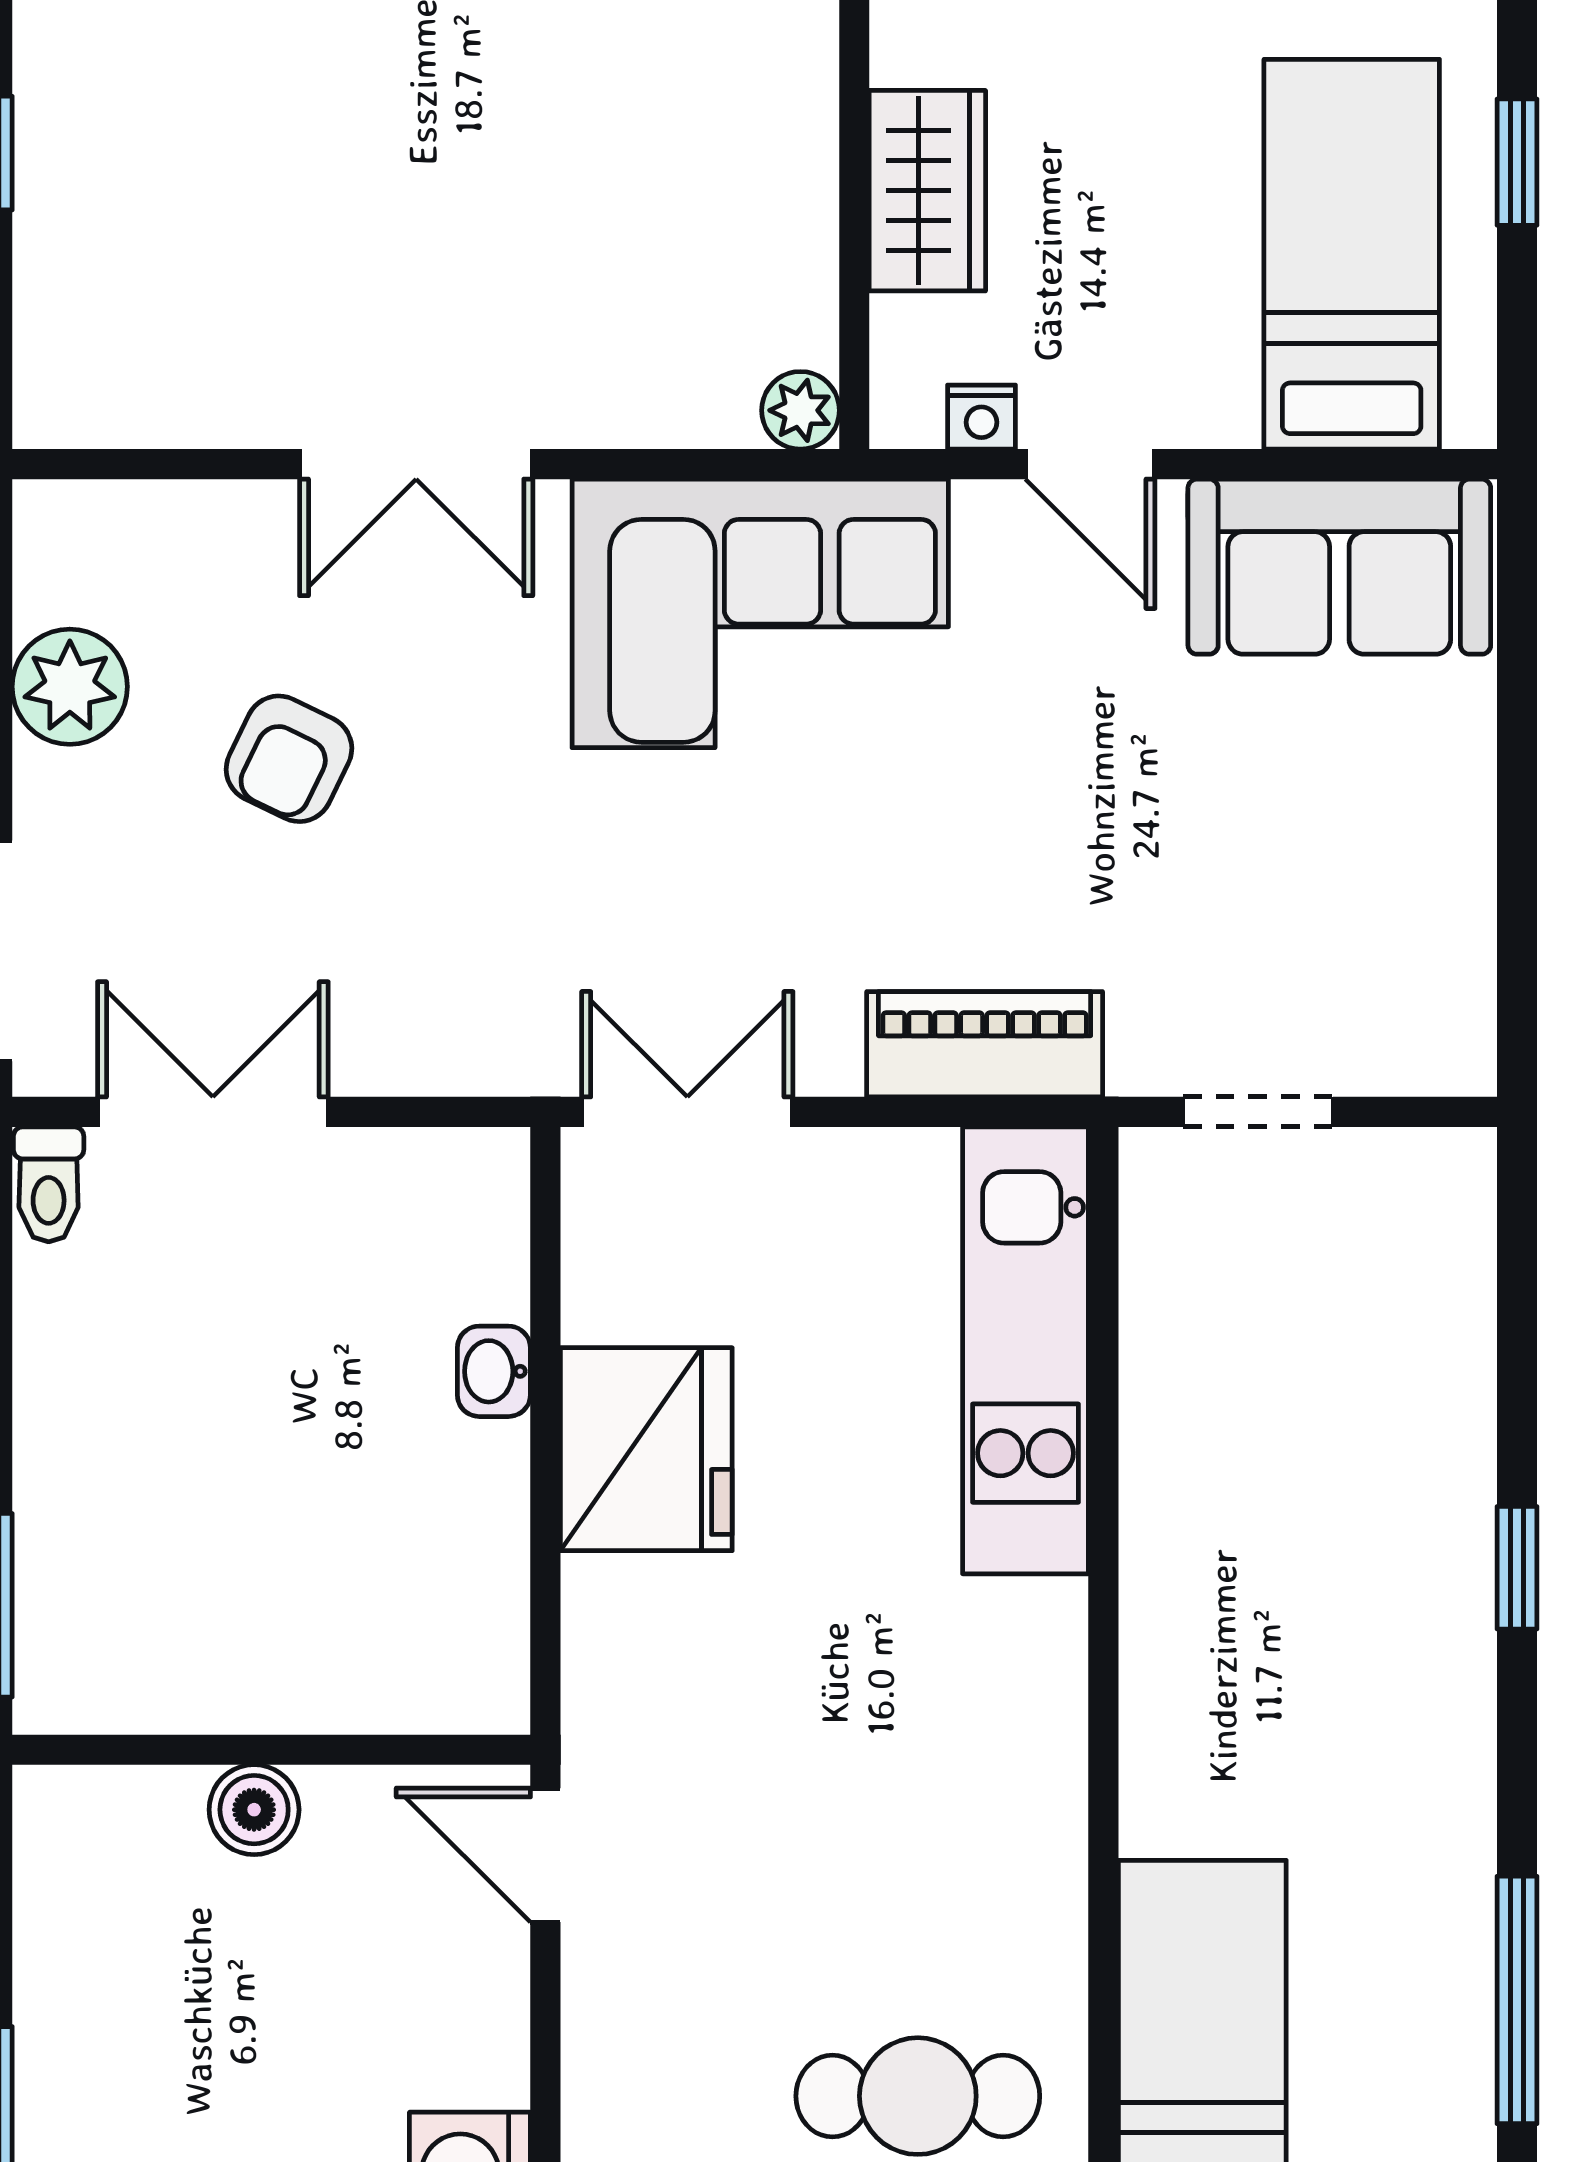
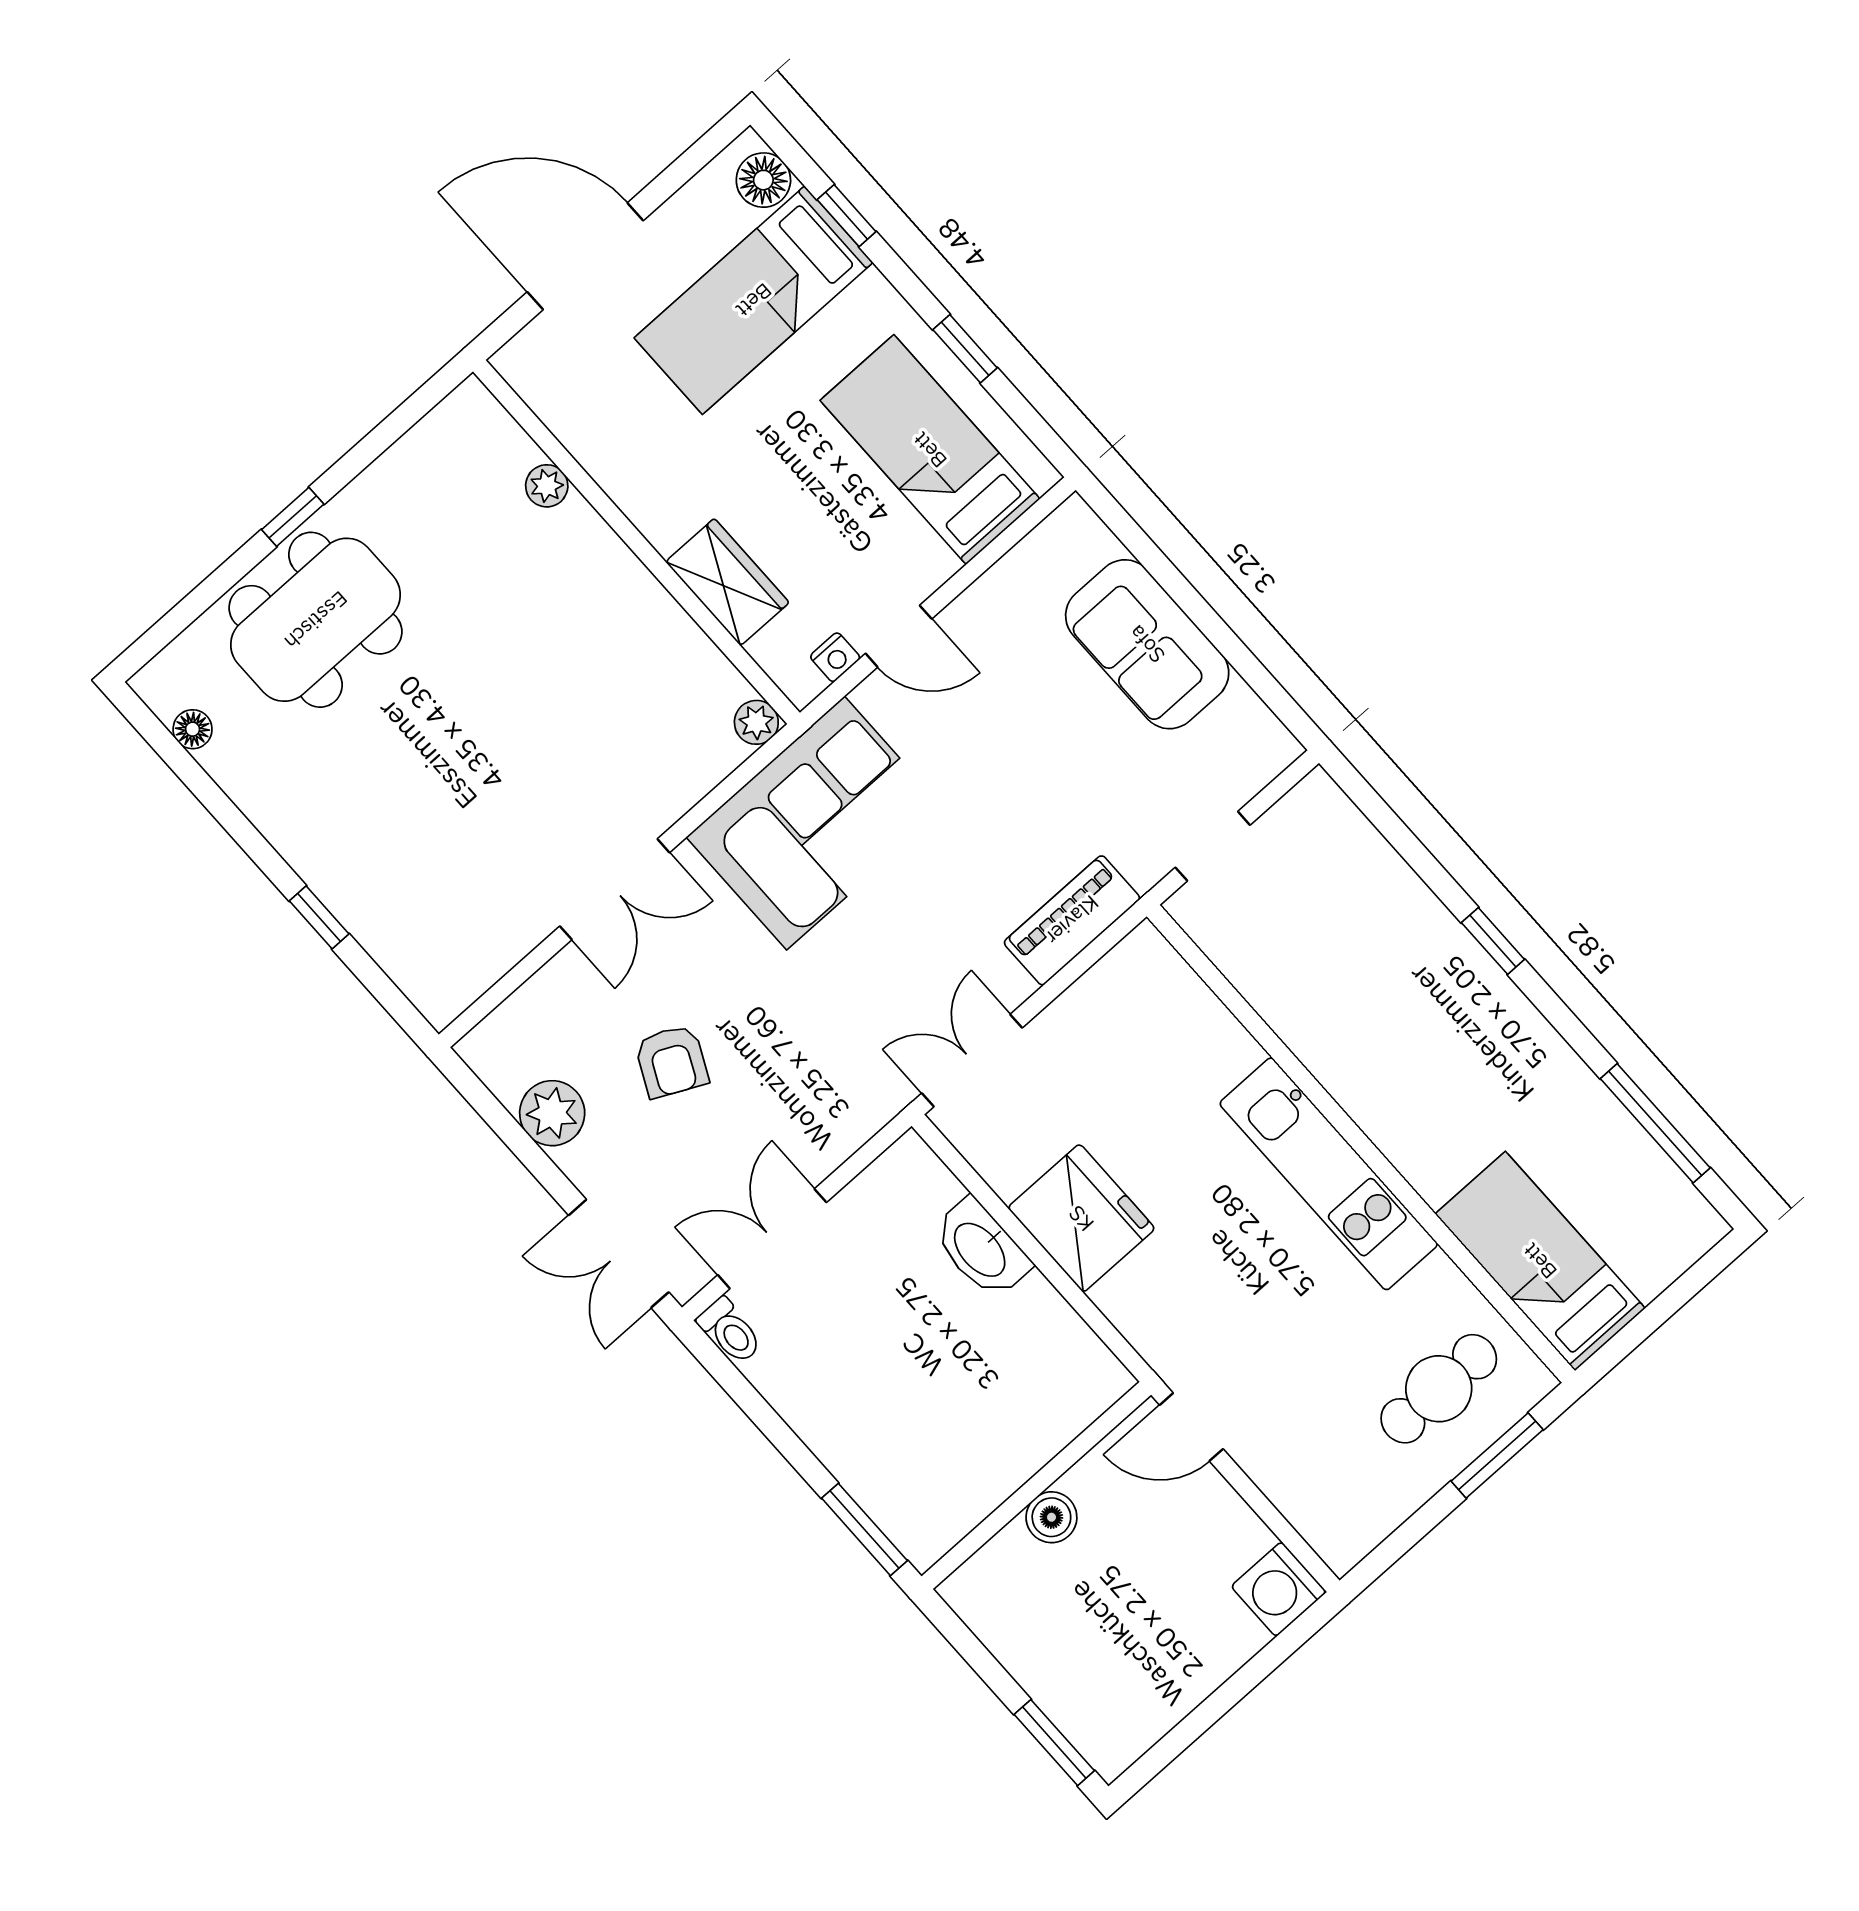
sofa: (1339, 567) -> (1147, 644), moved, turned 90
kitchen unit: (1026, 1350) -> (1329, 1174), moved
washbasin: (494, 1371) -> (981, 1249), width x1.91, depth x1.45

